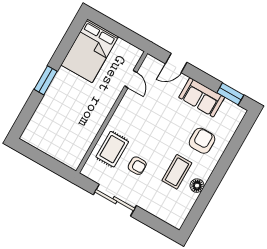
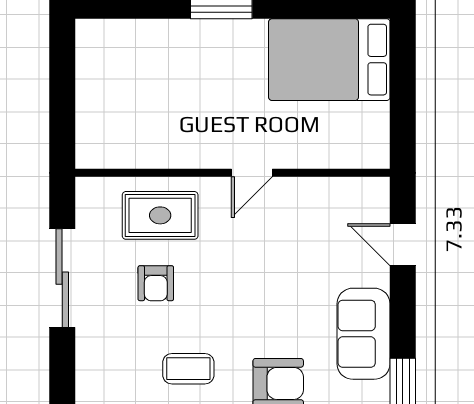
door: (131, 79) -> (252, 173), moved
coffee table: (177, 172) -> (188, 369), width x0.73, depth x0.77

